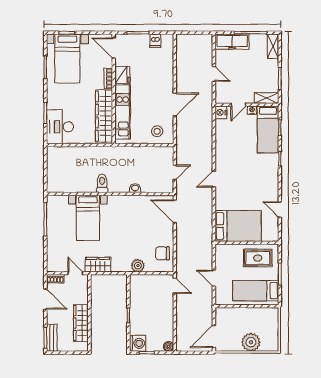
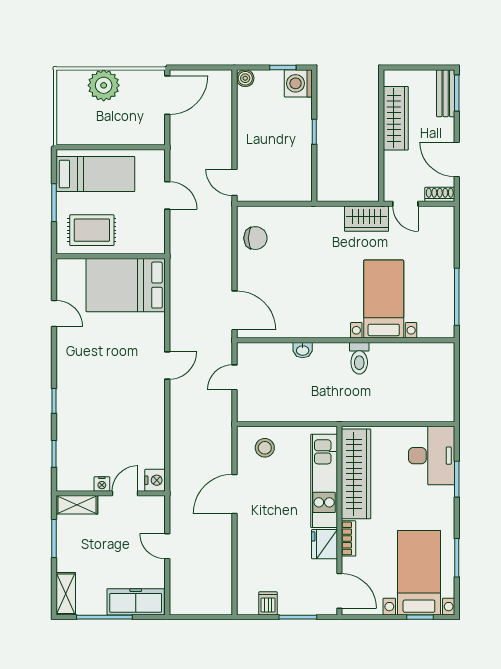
bed: (268, 129) -> (74, 451), removed
plant: (138, 266) -> (298, 217), removed

